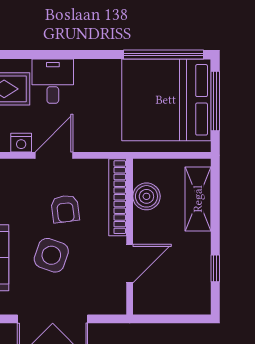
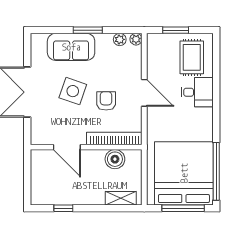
nightstand: (21, 143) -> (153, 70), removed
shelving: (198, 199) -> (121, 198), width x0.67, depth x0.75
armchair: (65, 209) -> (106, 101), turned 97

